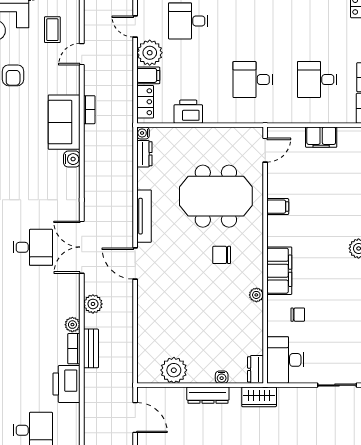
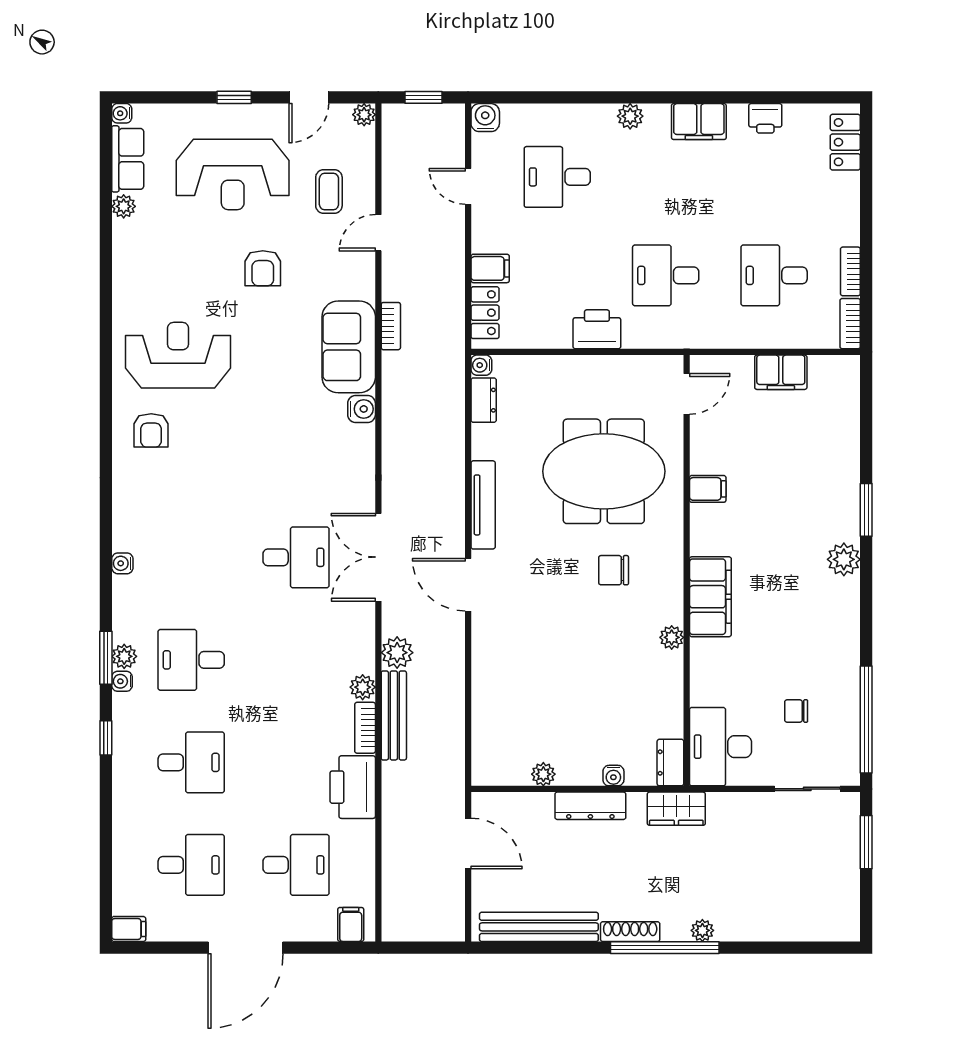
plant: (150, 53) -> (493, 230), removed
printer: (188, 112) -> (597, 329), moved
chair: (298, 315) -> (796, 711), moved, turned 180
bench: (91, 348) -> (394, 715), width x1.36
plant: (174, 370) -> (543, 774), width x0.53, depth x0.53

